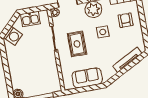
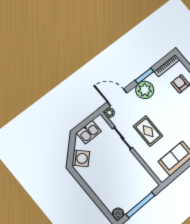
side table: (103, 32) -> (166, 106), removed

